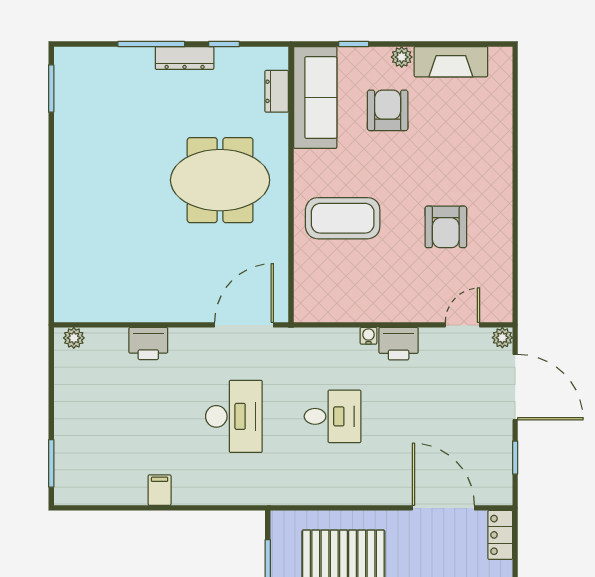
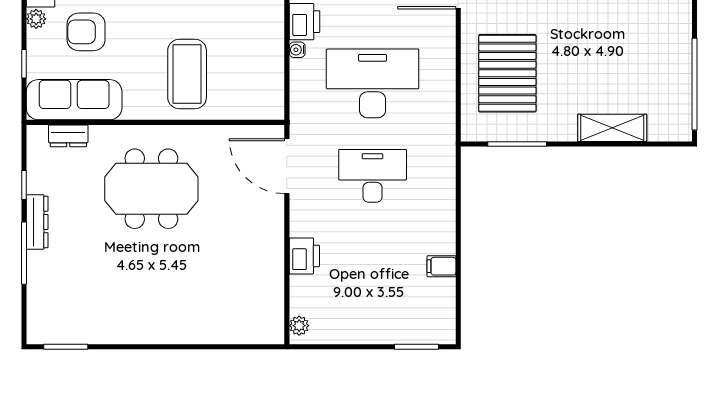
meeting table: (220, 180) -> (151, 189), turned 90
desk: (333, 416) -> (373, 83), width x1.87, depth x1.30
filing cabinet: (160, 490) -> (441, 266), moved

